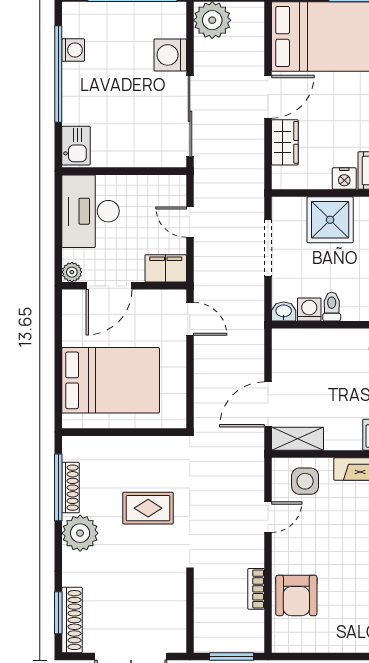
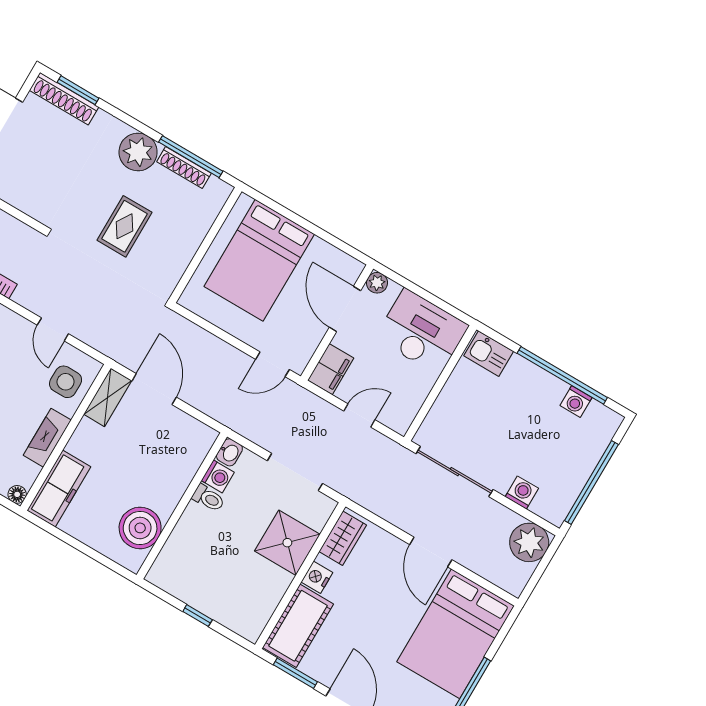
washing machine: (170, 55) -> (522, 493), width x0.73, depth x0.73
wardrobe: (285, 142) -> (343, 538), moved, turned -90

